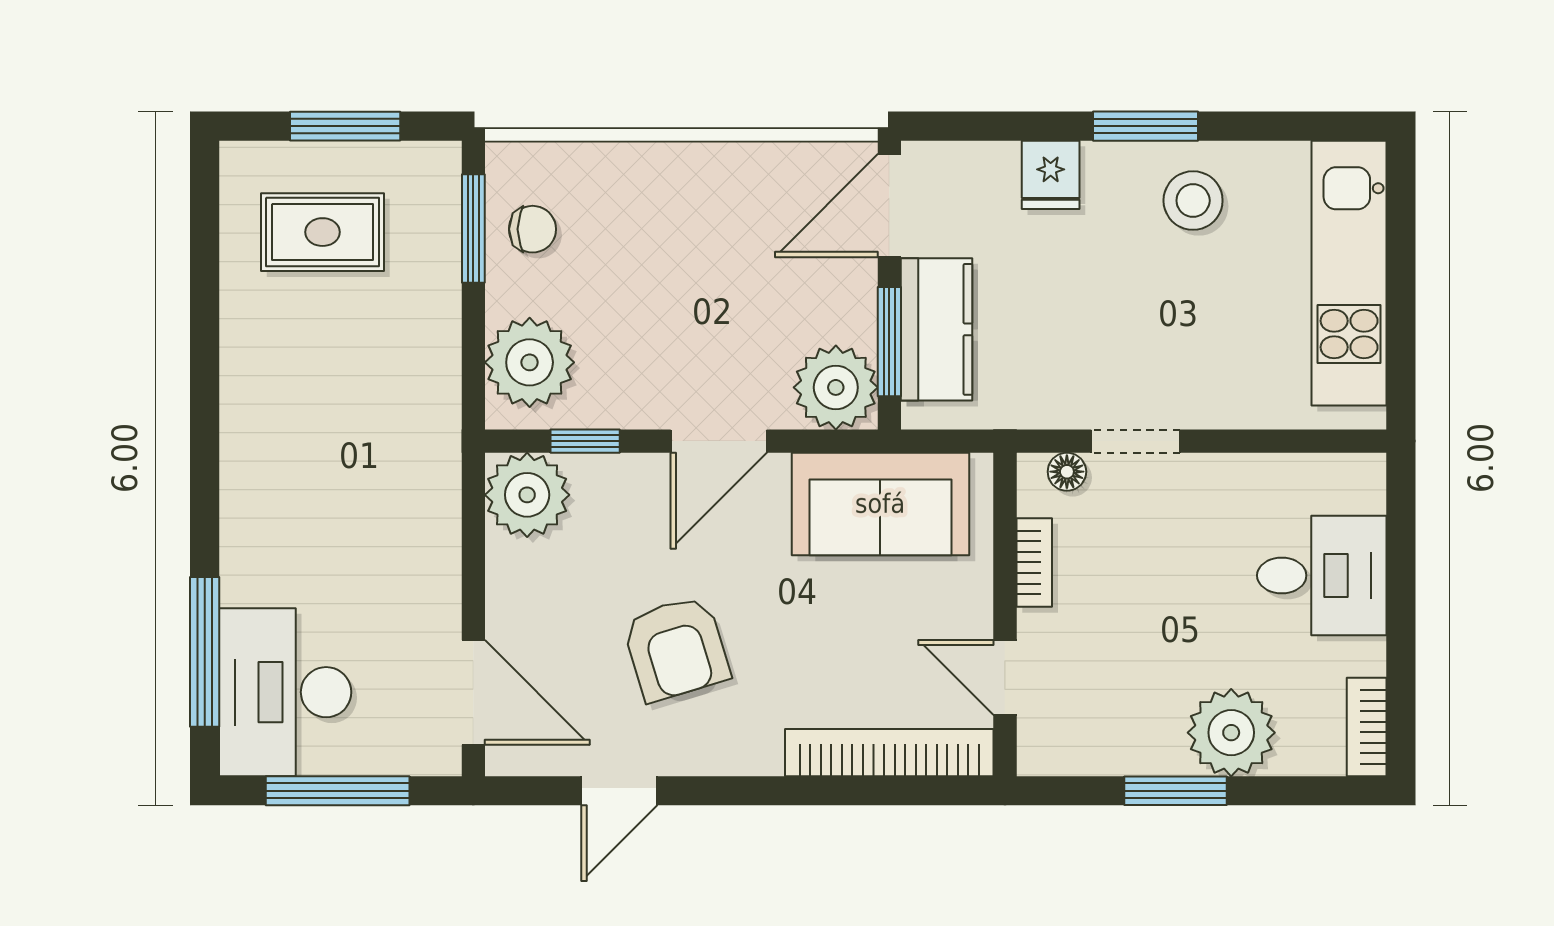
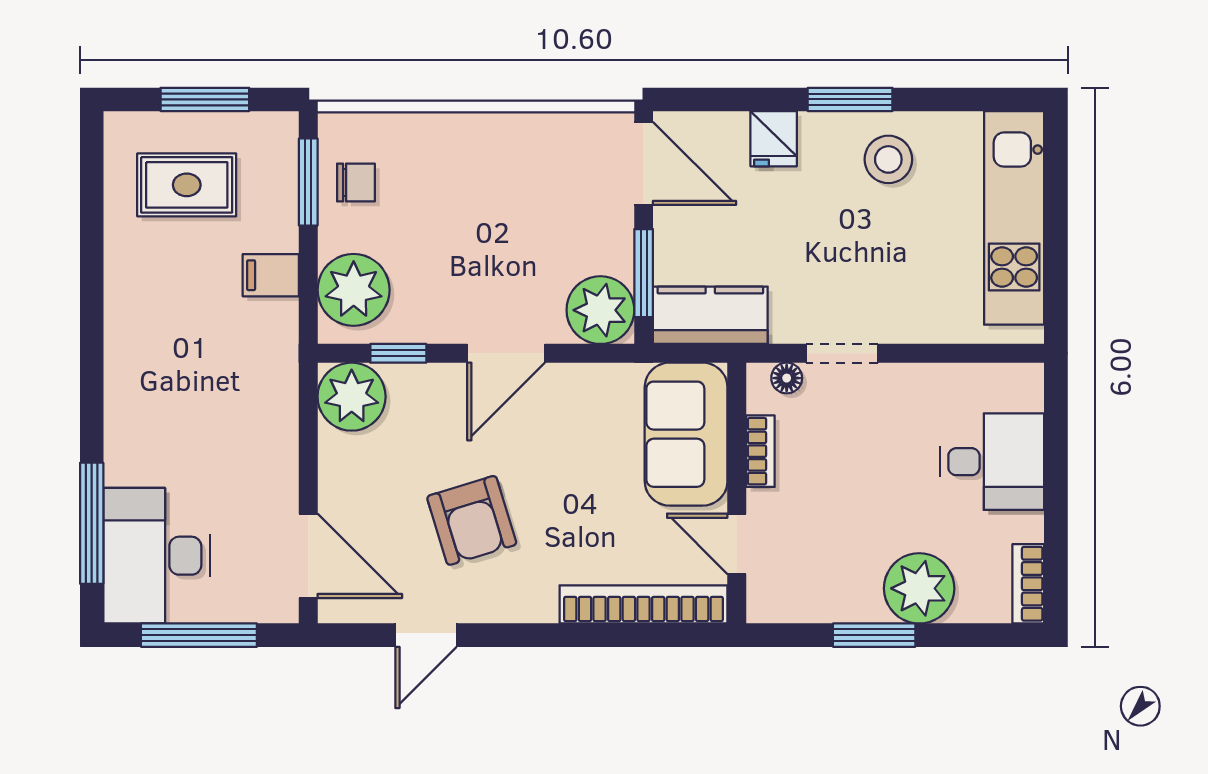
door: (889, 206) -> (644, 163), swing flipped
kitchen counter: (937, 329) -> (710, 315), moved, turned -90
filing cabinet: (427, 344) -> (271, 275), added
sofa: (880, 504) -> (686, 434), moved, turned 90

